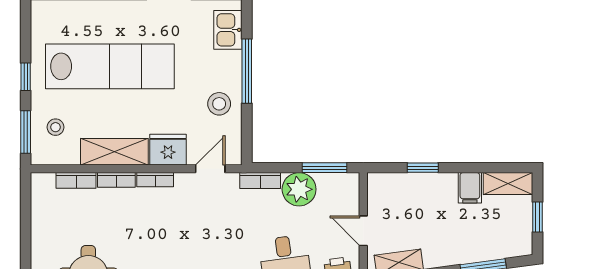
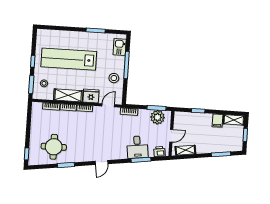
lab bench: (110, 66) -> (69, 59), turned 180
plant: (299, 189) -> (157, 117), moved
door: (363, 231) -> (171, 136), swing flipped

